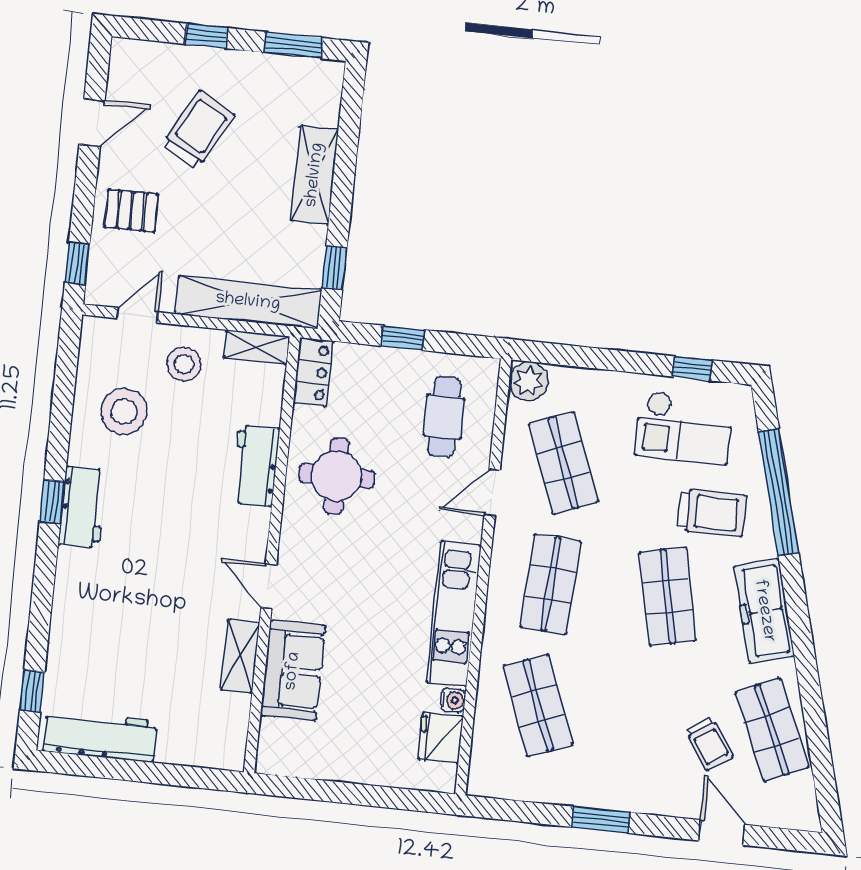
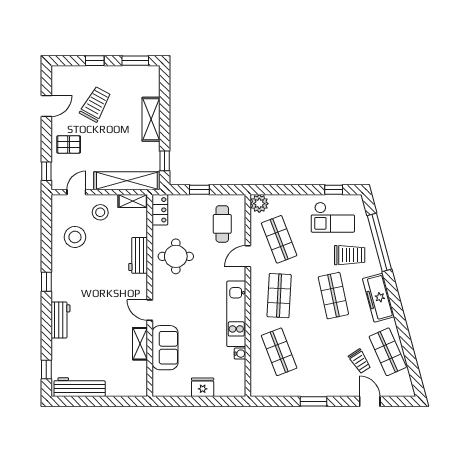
workbench: (82, 507) -> (60, 320), moved
fridge: (441, 738) -> (203, 387), moved, turned 90

